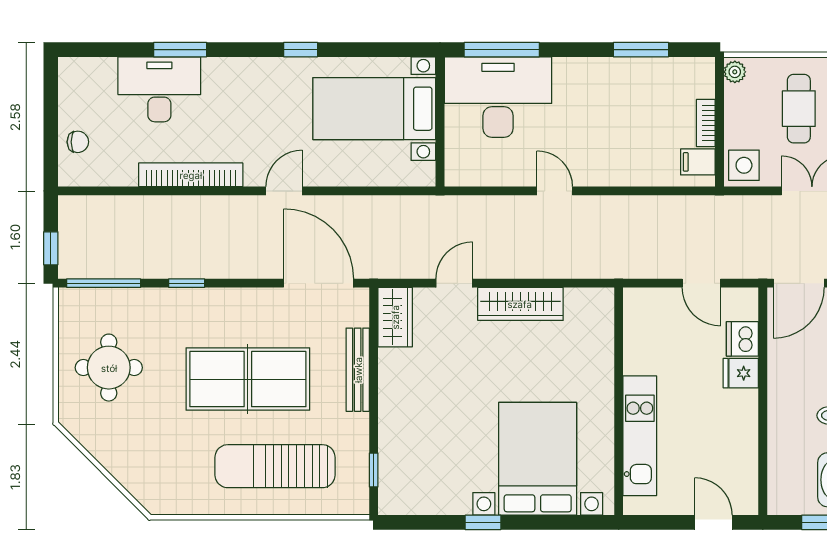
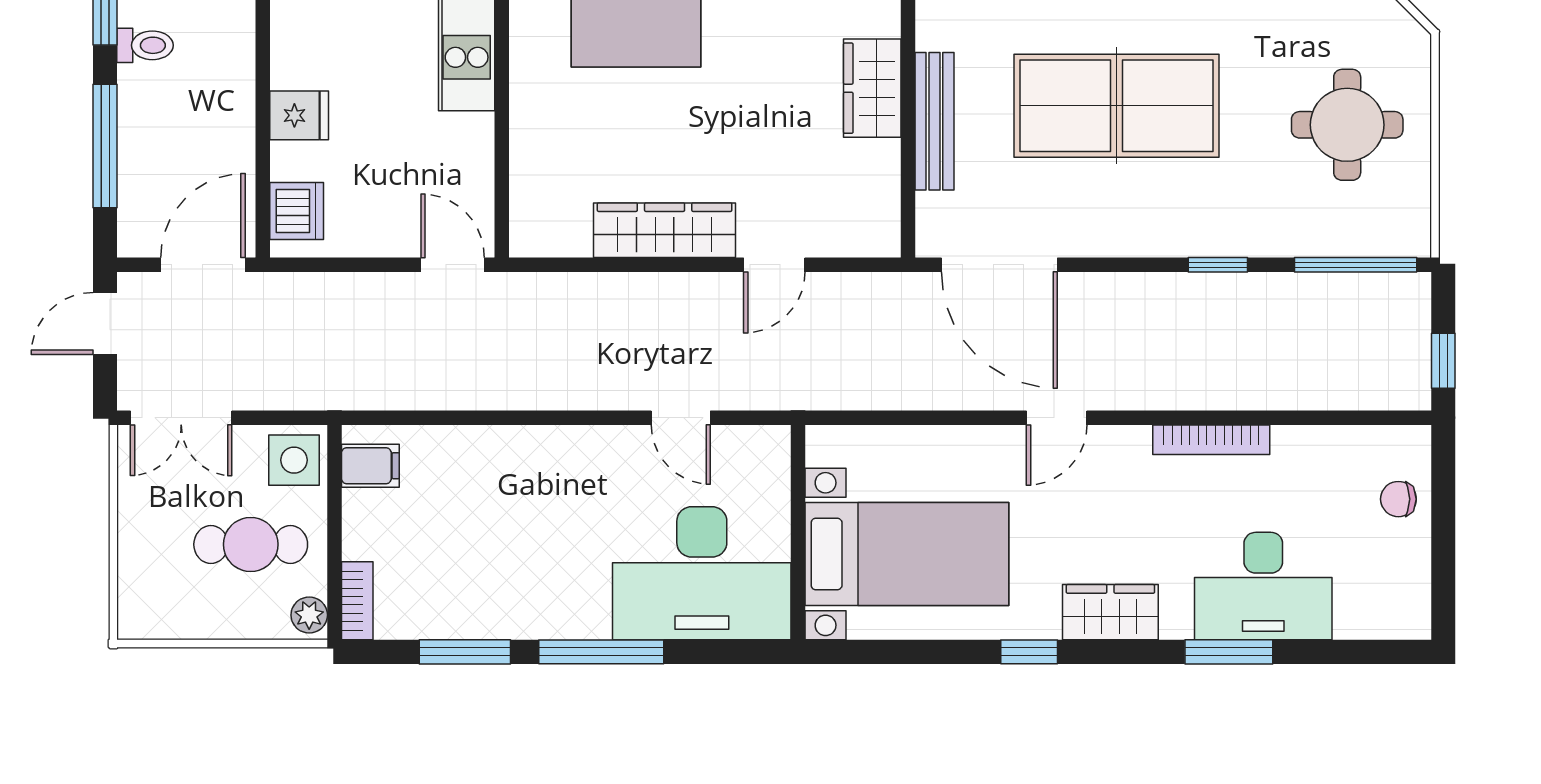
window: (502, 50) -> (601, 652), moved
wardrobe: (252, 74) -> (1110, 612), added
cafe table: (799, 109) -> (251, 544), moved, turned 90
bookcase: (706, 123) -> (357, 601), moved
bookcase: (191, 175) -> (1211, 440), width x0.68, depth x0.76
door: (555, 191) -> (681, 418), moved
window: (51, 248) -> (1443, 361), moved
door: (701, 283) -> (453, 265), moved
wardrobe: (395, 317) -> (872, 88), moved
dishwasher: (742, 339) -> (297, 211), moved

